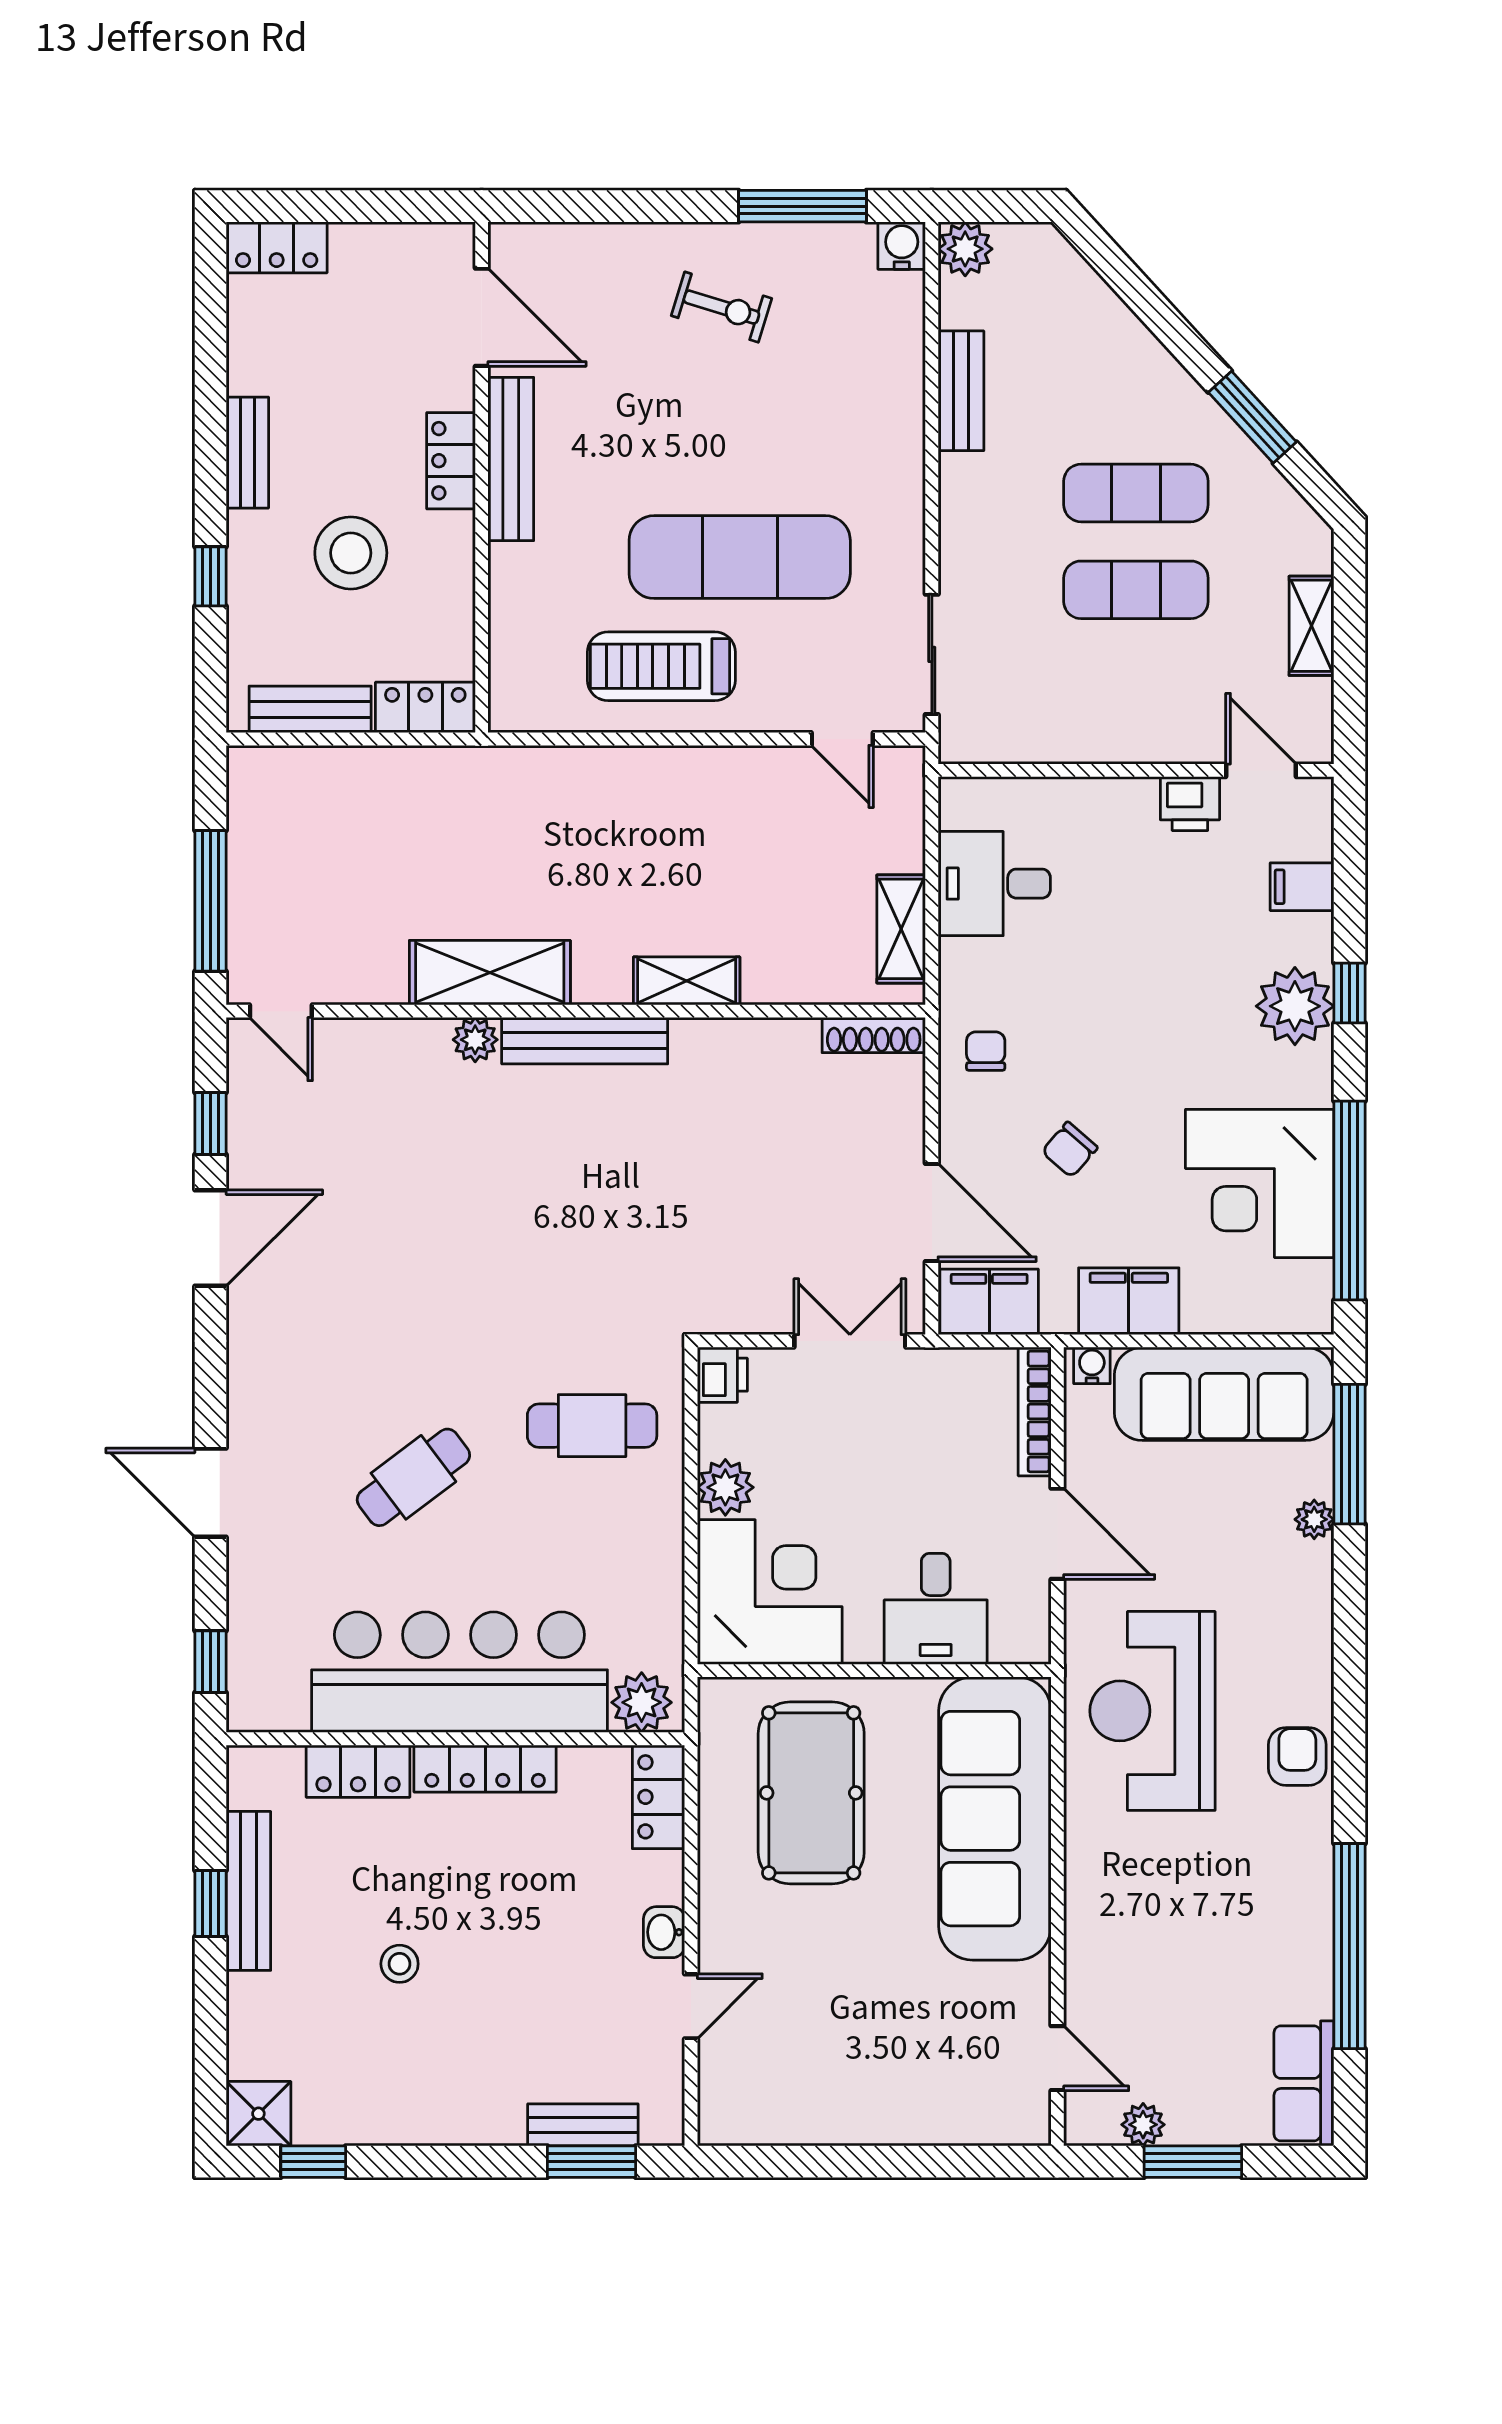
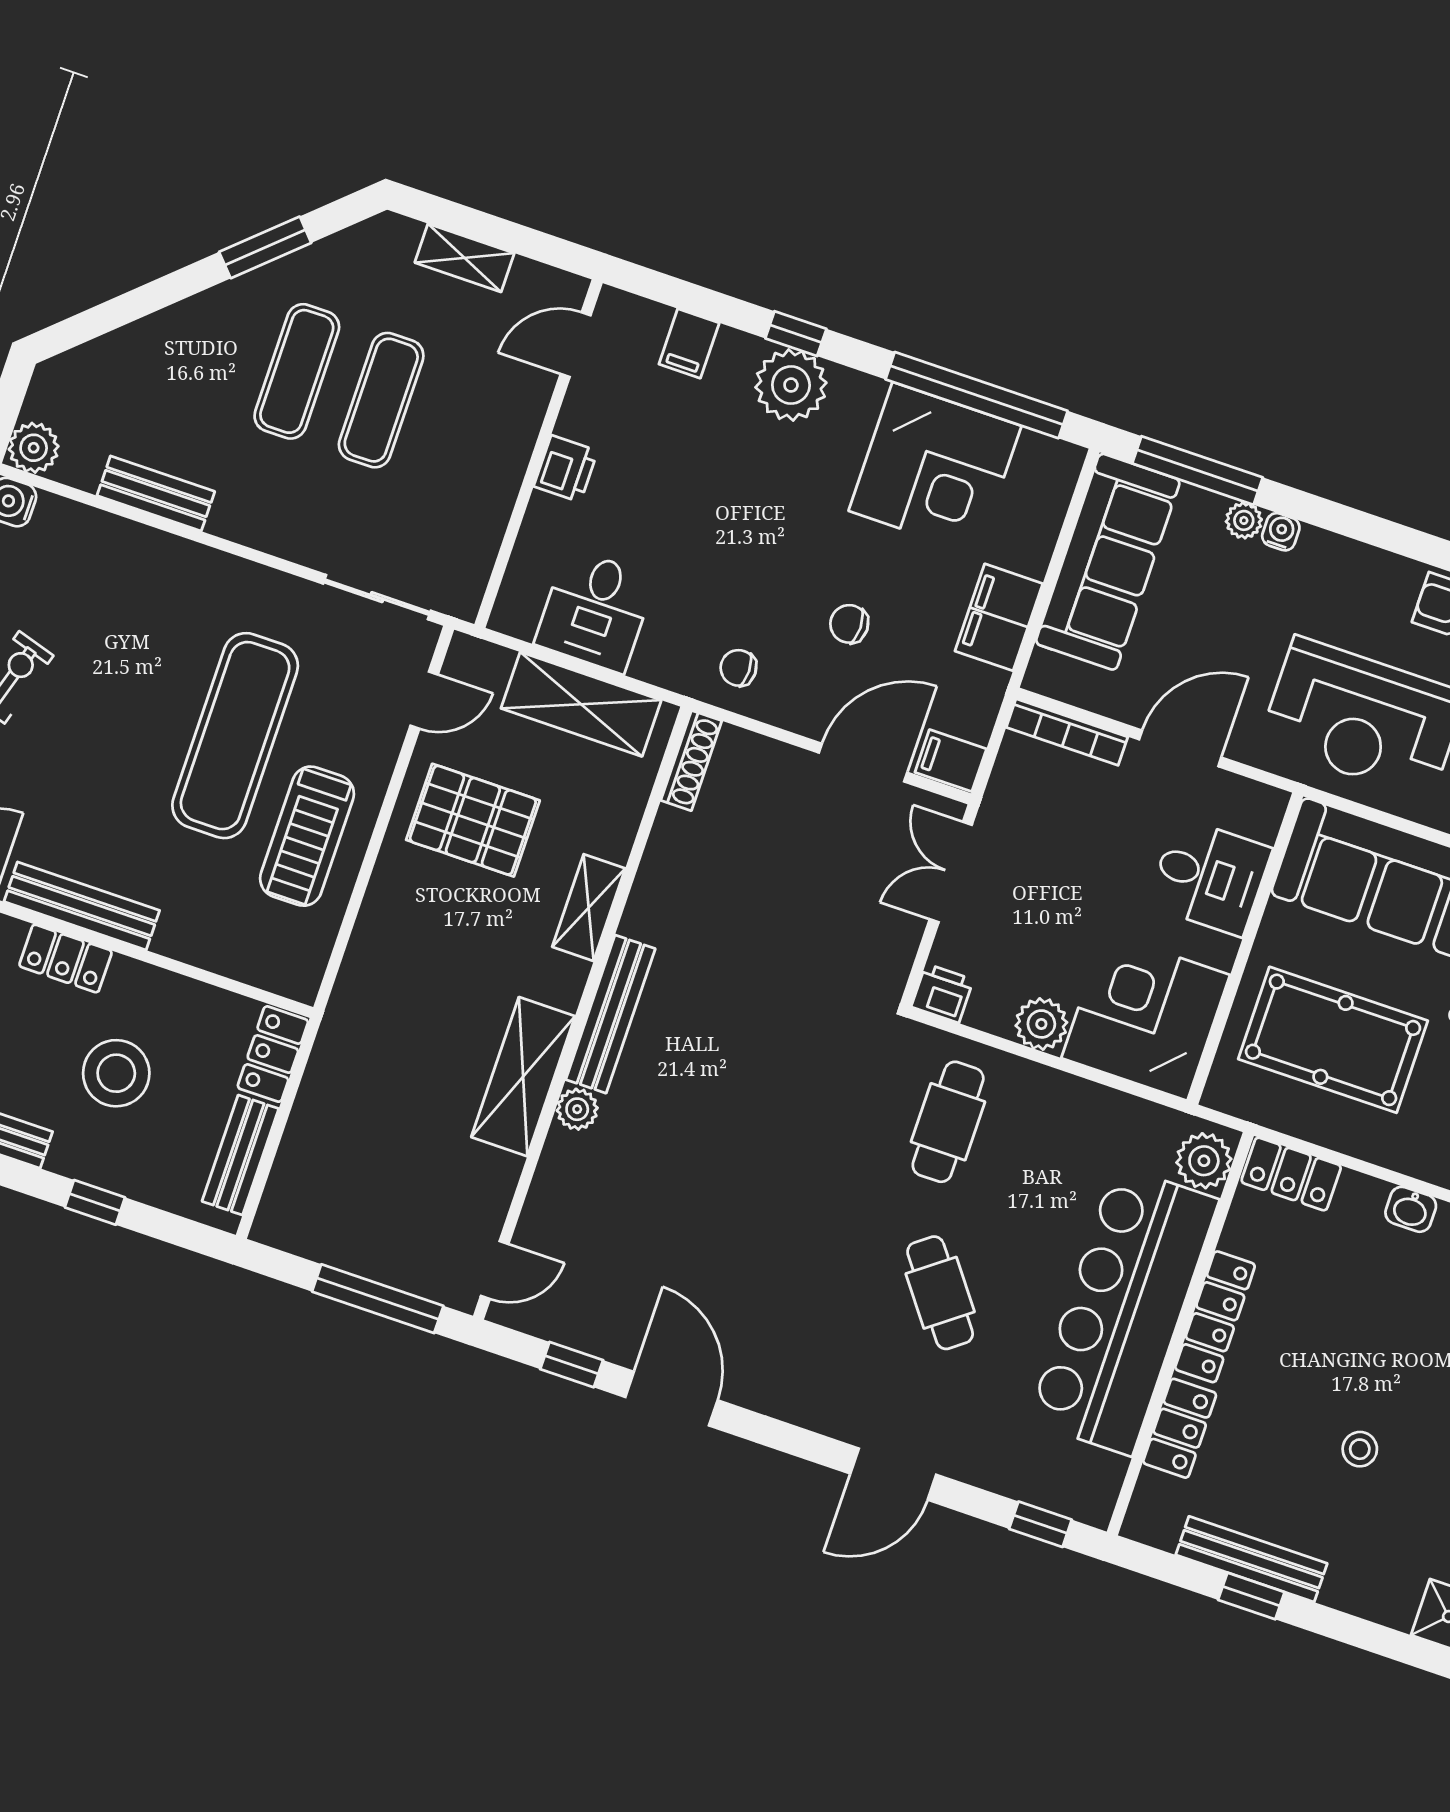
printer: (1190, 804) -> (566, 469), moved
pallet: (736, 831) -> (473, 820), added
shelving: (901, 929) -> (581, 704), width x1.50, depth x1.33
chair: (1070, 1150) -> (849, 624), turned 139
filing cabinet: (989, 1302) -> (951, 761), width x0.50
water cooler: (1092, 1365) -> (1281, 532), moved, turned 90

